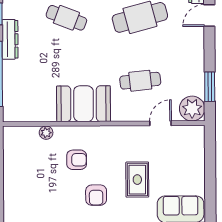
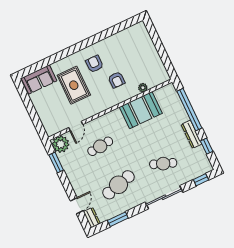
booth: (84, 104) -> (141, 110), moved
armchair: (77, 160) -> (116, 80), turned -90
rug: (137, 180) -> (74, 85), width x1.36, depth x1.43

